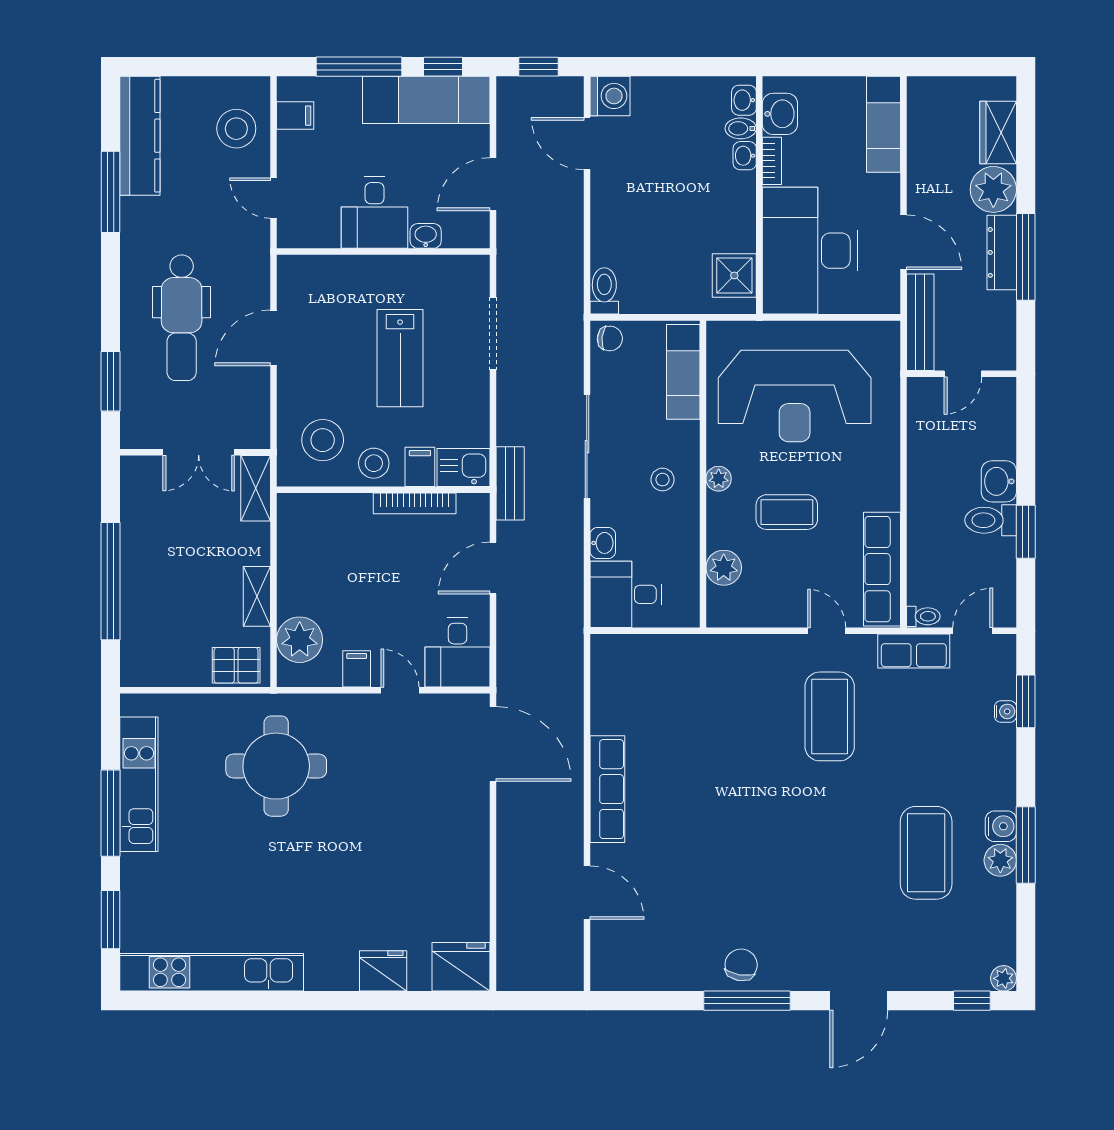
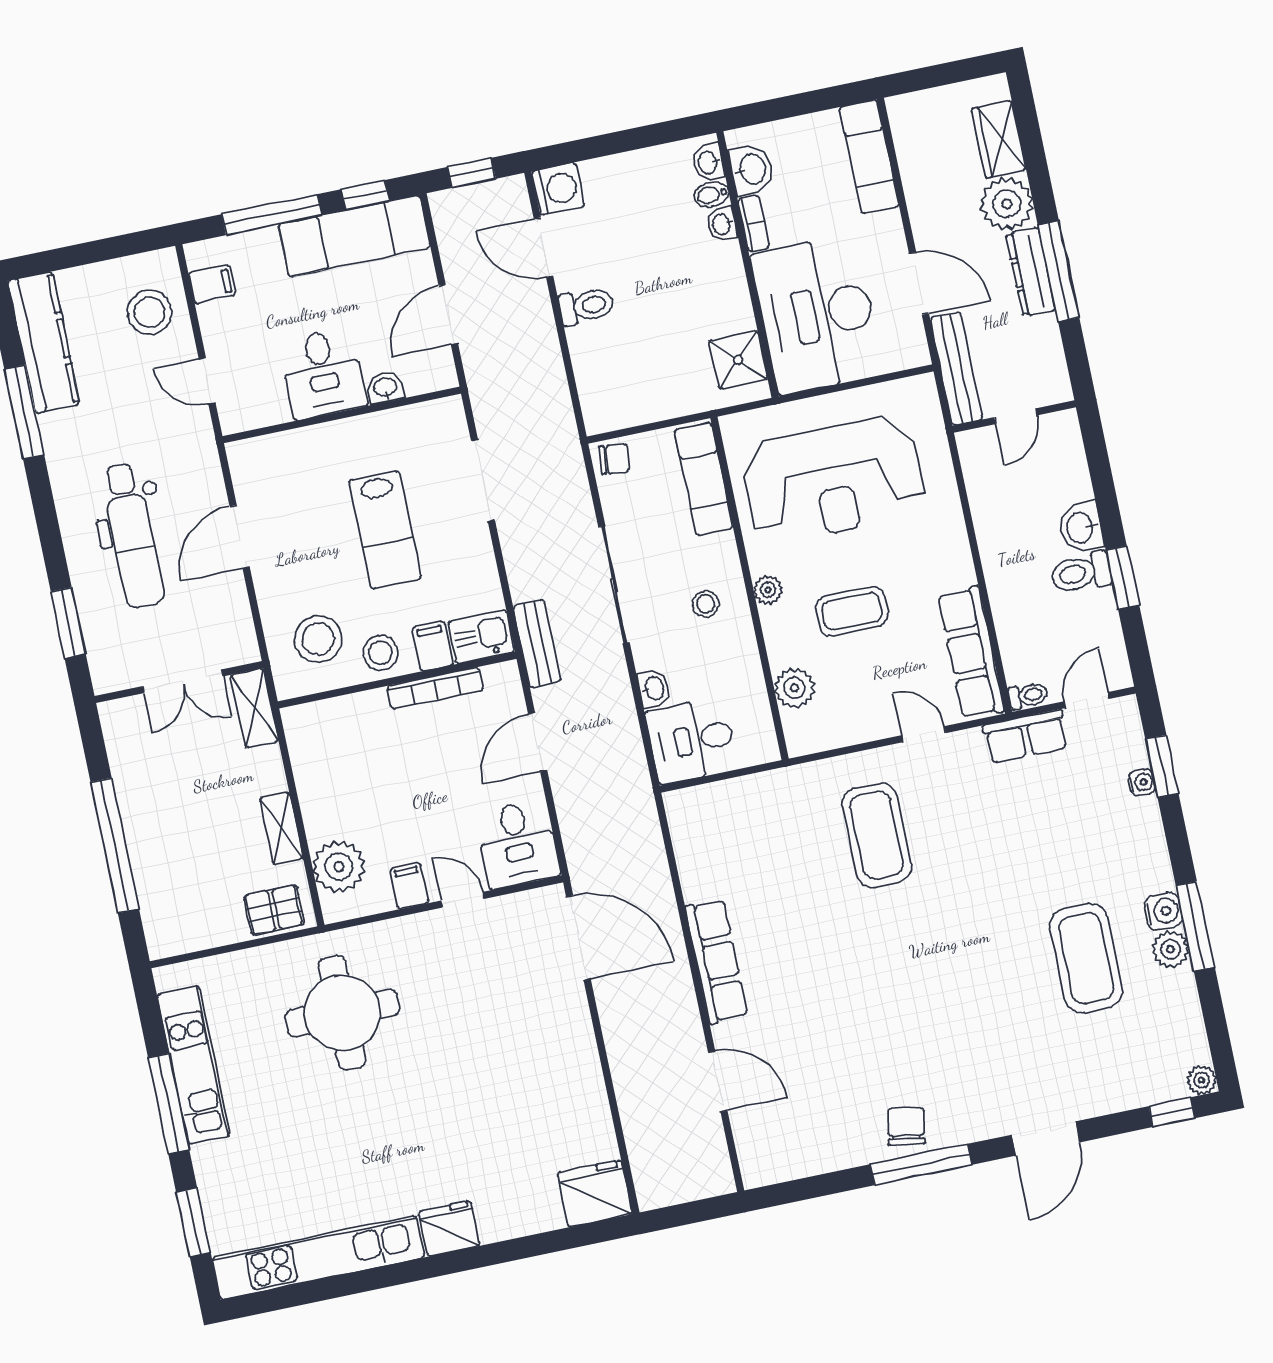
toilet: (604, 291) -> (587, 306), moved, turned 90
coffee table: (830, 716) -> (877, 835), moved
fridge: (383, 971) -> (449, 1229), moved

